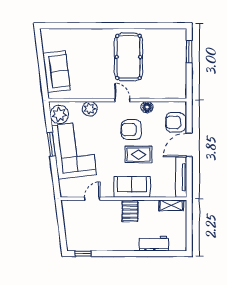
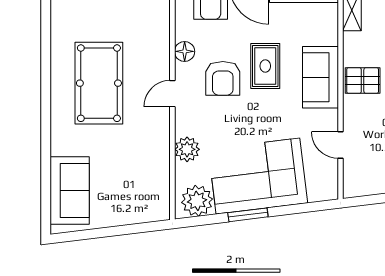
pool table: (128, 57) -> (99, 83), turned 90
sofa: (56, 71) -> (70, 191), moved, turned 97

